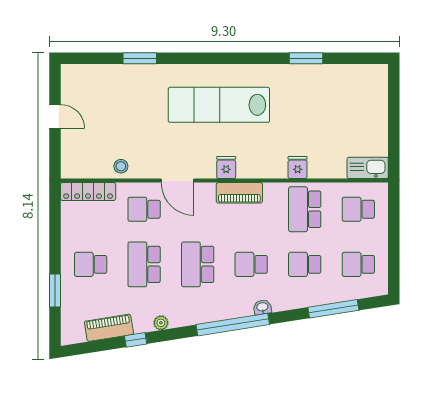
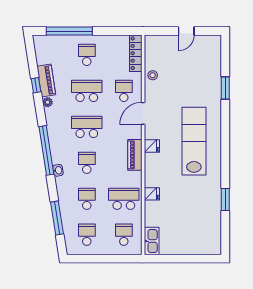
window: (55, 291) -> (69, 31), width x2.11
piano: (109, 328) -> (46, 81), moved

